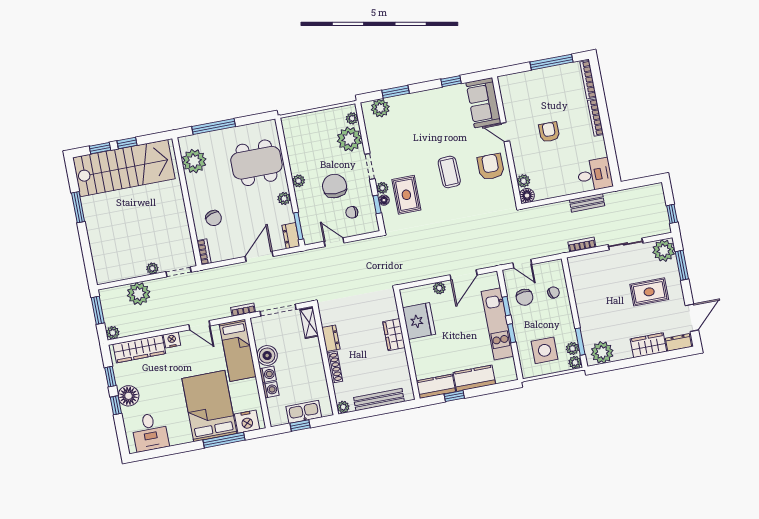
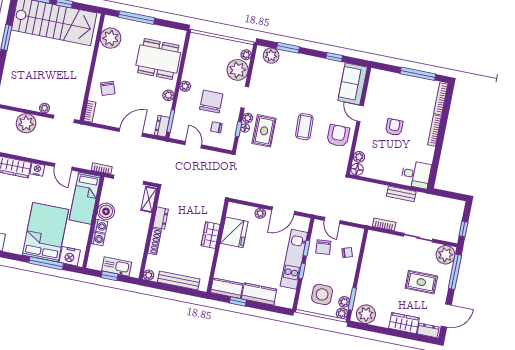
window: (682, 265) -> (455, 272), width x1.44

